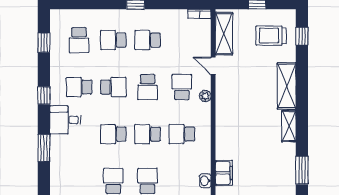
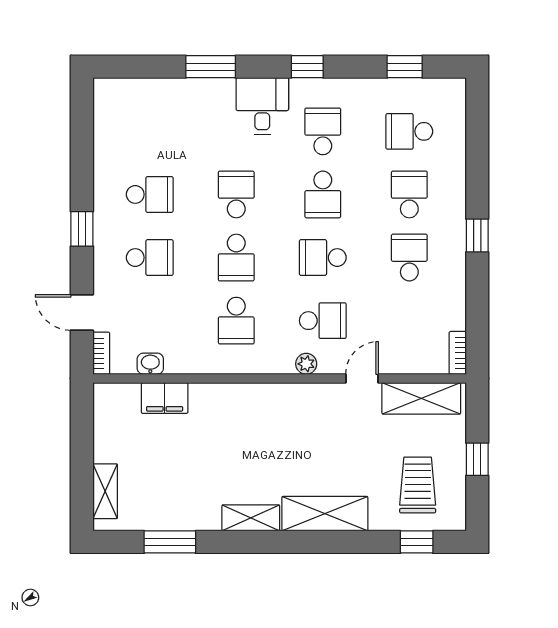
school desk: (148, 134) -> (236, 258), turned 180
school desk: (182, 134) -> (236, 321), turned 180

